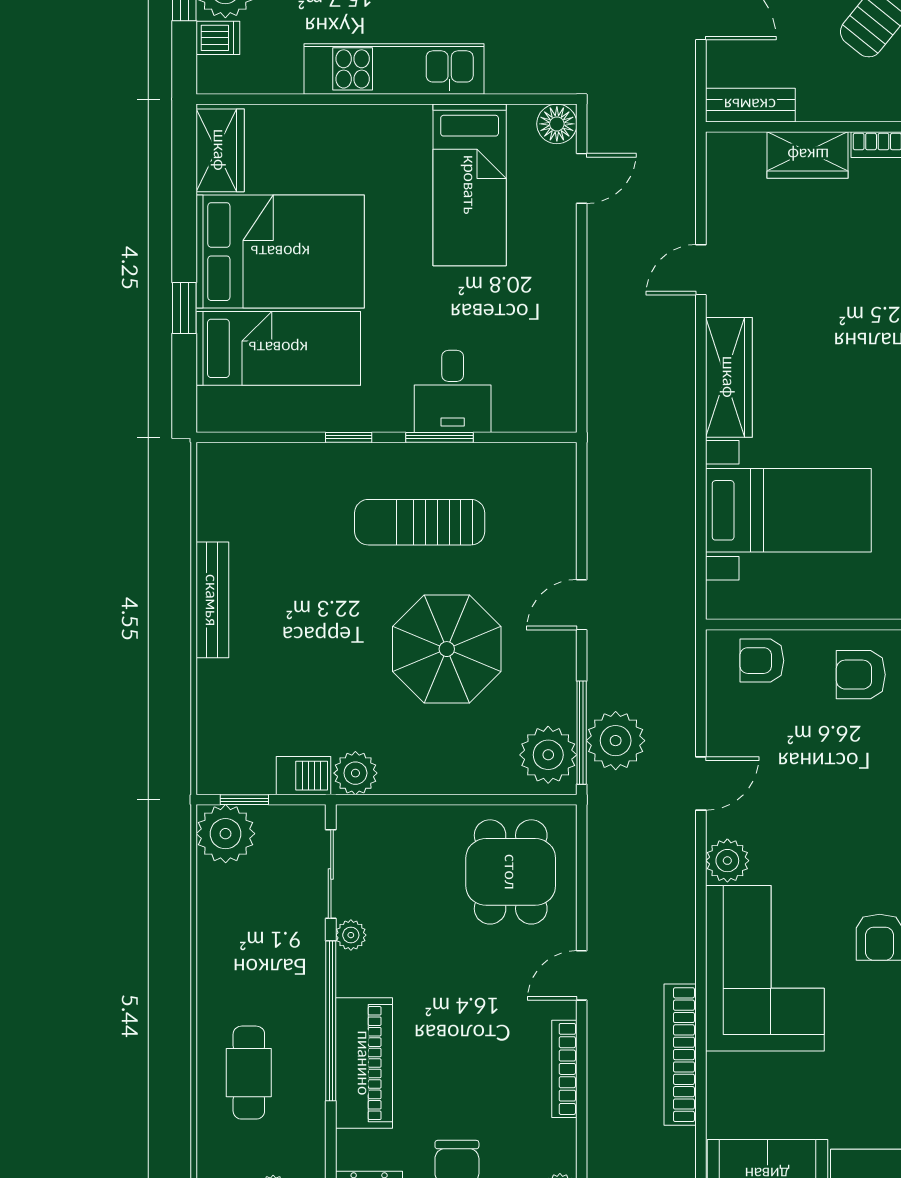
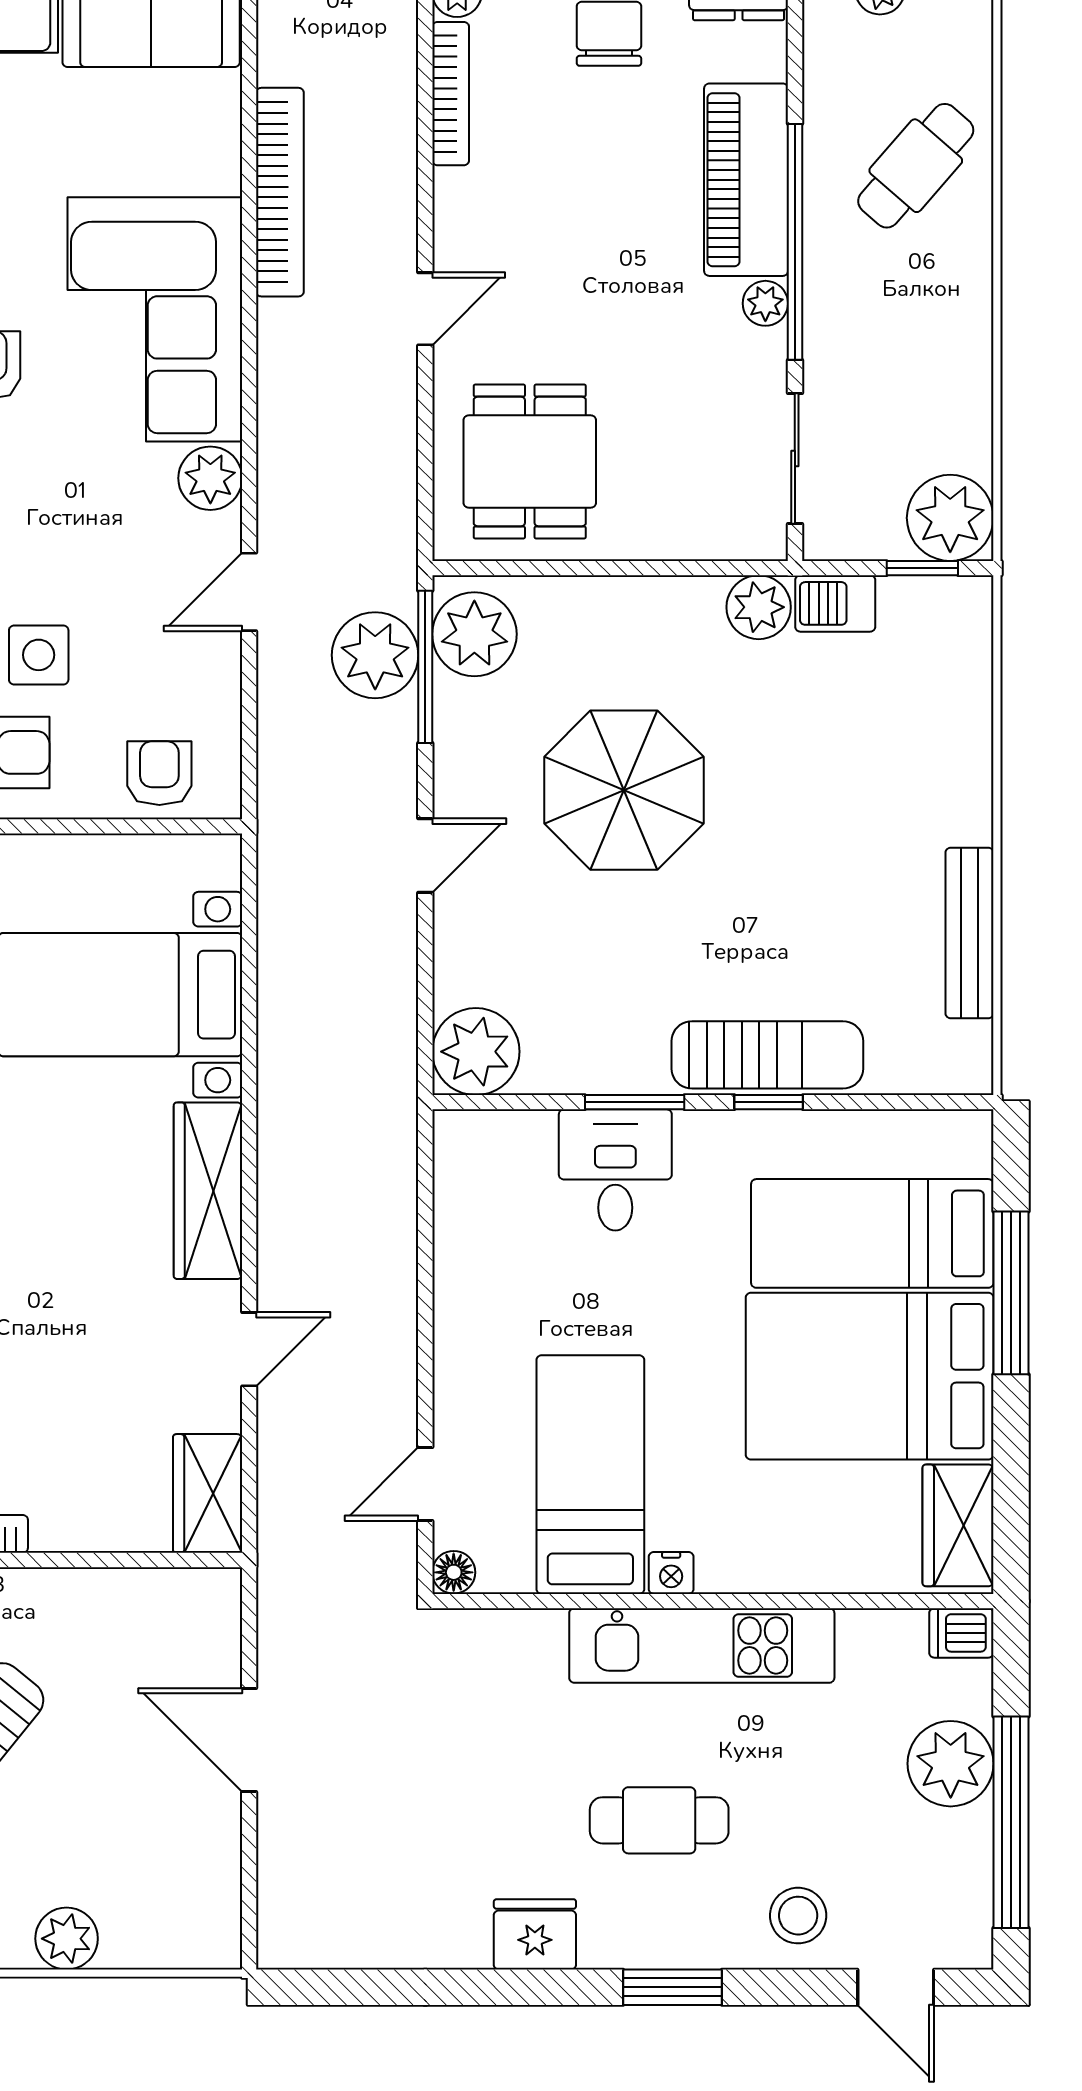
dishwasher: (218, 38) -> (961, 1633), moved
bench: (750, 105) -> (176, 1592), removed
nightstand: (415, 118) -> (671, 1573), added
floor lamp: (557, 124) -> (454, 1572), width x0.73, depth x0.73
wardrobe: (808, 155) -> (208, 1493), moved, turned -90
window: (184, 308) -> (1011, 1293), width x2.17
plant: (547, 472) -> (476, 1052), added
sun lounger: (420, 522) -> (767, 1055), moved
bench: (212, 600) -> (969, 933), moved
armchair: (762, 661) -> (159, 773), turned -90
side table: (844, 741) -> (39, 655), added
plant: (351, 935) -> (765, 303), moved
bookcase: (564, 1069) -> (451, 94), moved
cafe table: (249, 1073) -> (916, 166), turned 41

